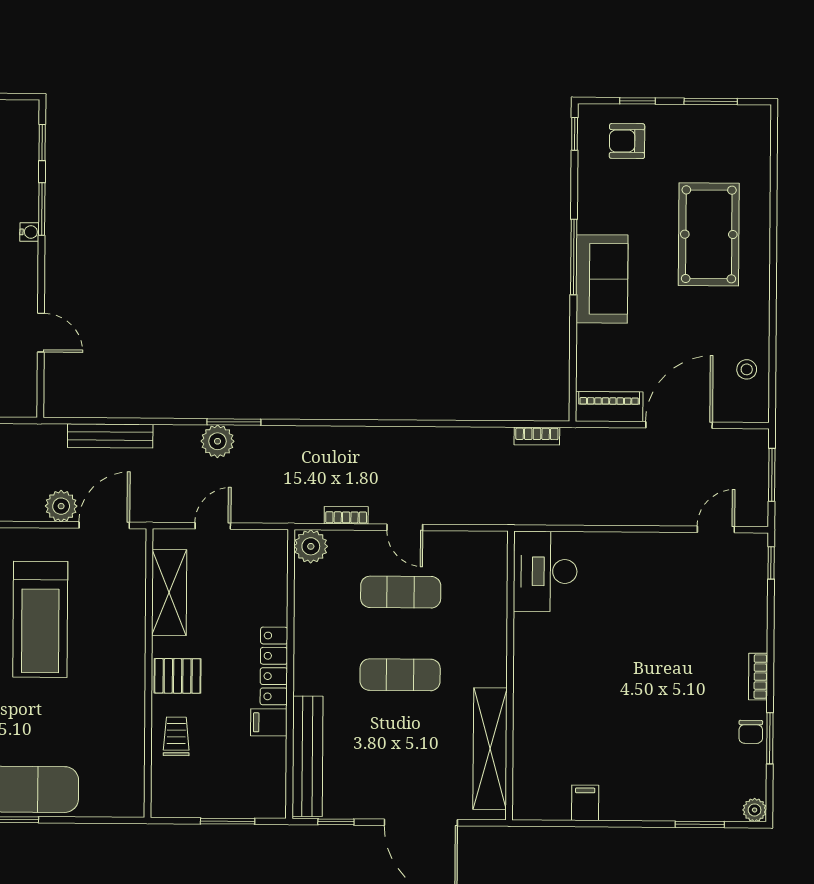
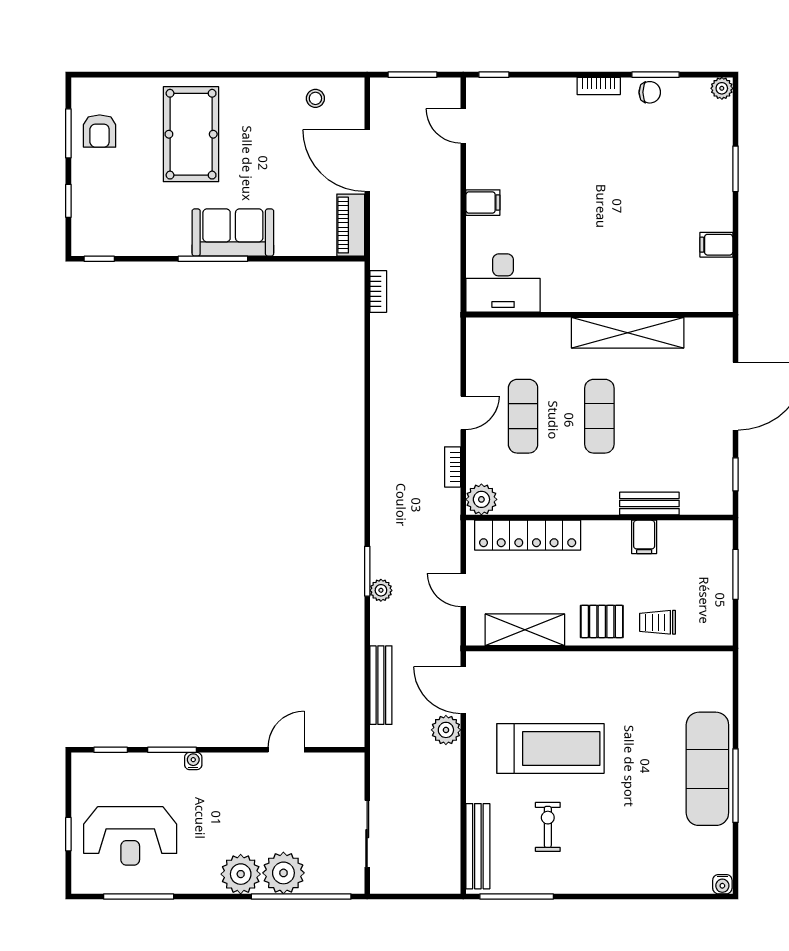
armchair: (627, 141) -> (100, 131), moved
pool table: (709, 234) -> (191, 134), turned 90
plant: (218, 441) -> (381, 590), width x0.73, depth x0.73
filing cabinet: (633, 550) -> (483, 203), added
locker: (274, 666) -> (528, 535), moved, width x1.41, depth x1.21
pallet: (178, 676) -> (602, 621), turned 90
shelving: (490, 749) -> (628, 333), moved
bench: (307, 756) -> (649, 504), width x0.54, depth x0.82
window: (700, 824) -> (735, 169), moved

